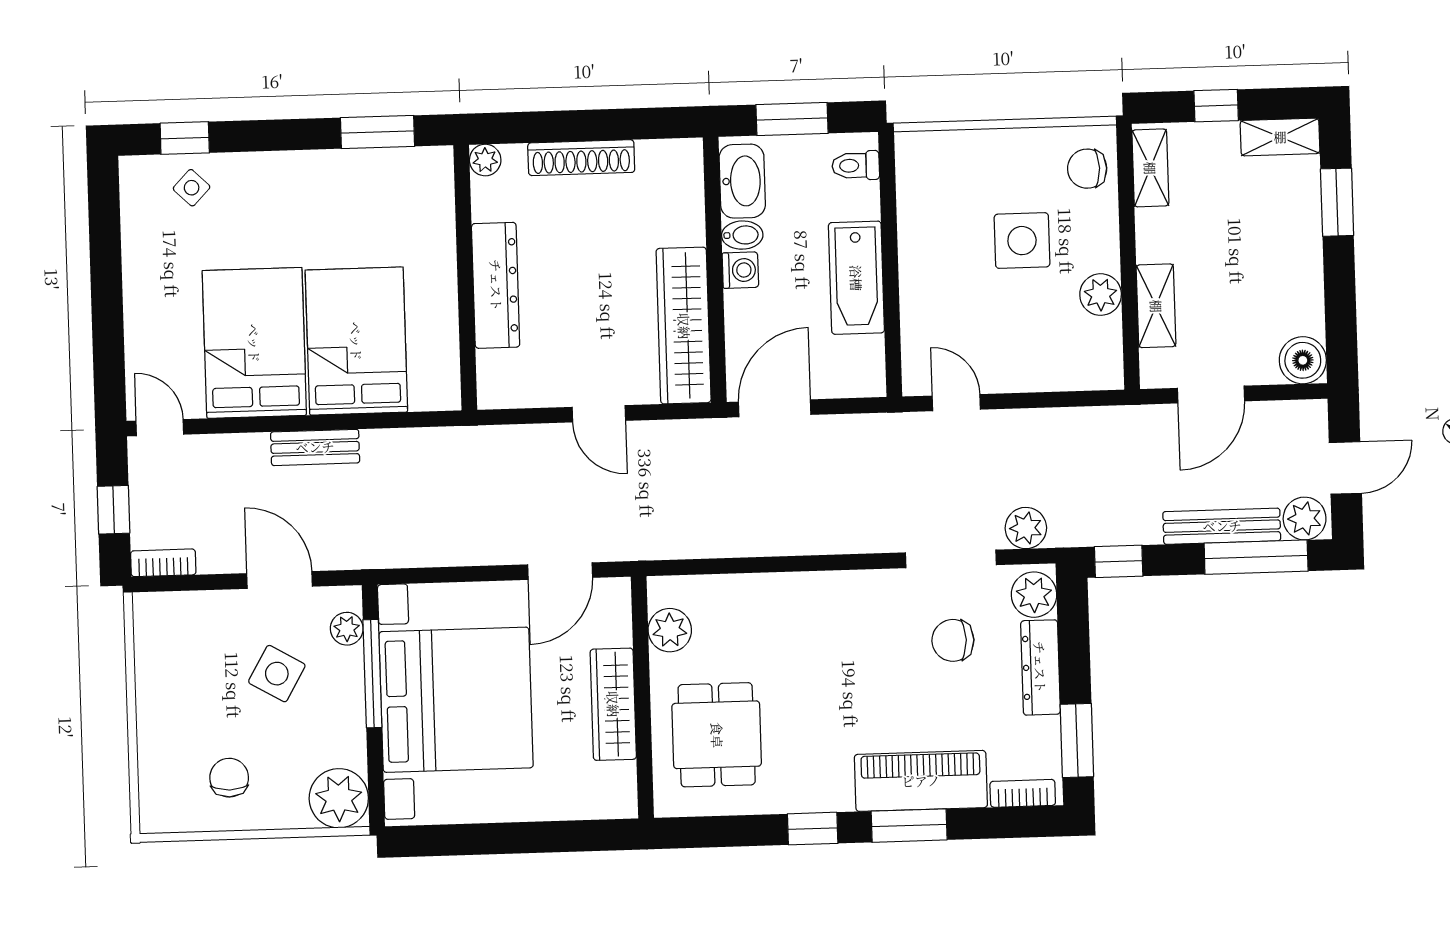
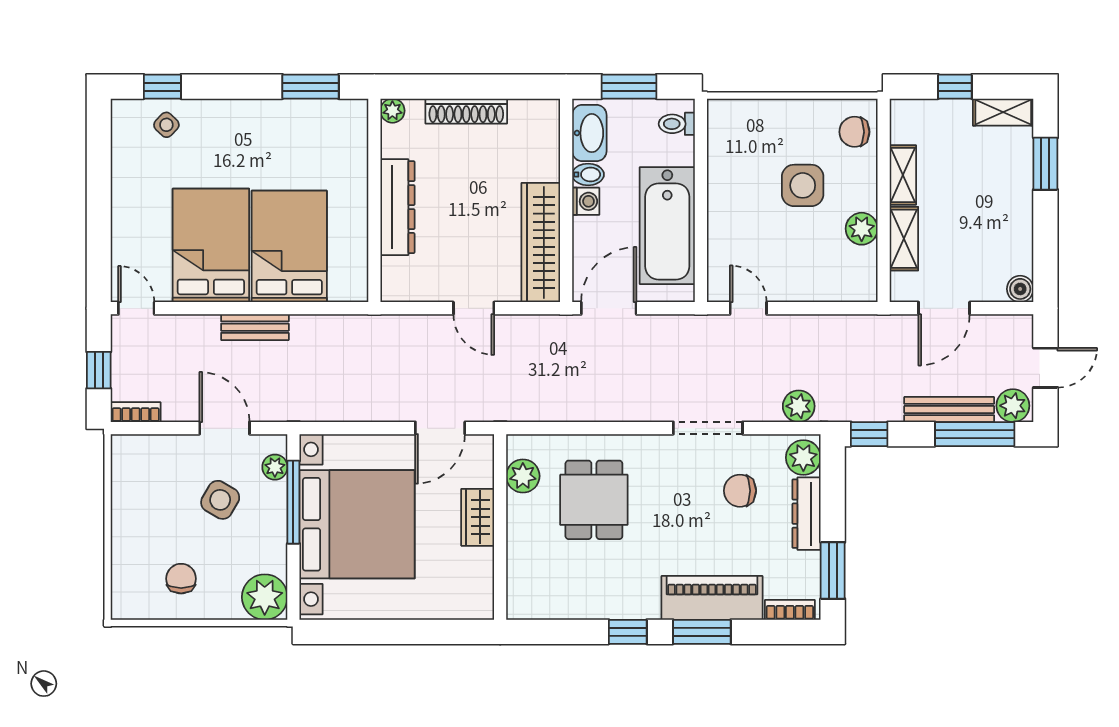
shelving: (1150, 168) -> (903, 175), moved
bathtub: (856, 278) -> (667, 226), width x1.36, depth x1.36
boiler: (1303, 360) -> (1020, 289), width x0.73, depth x0.73
doorway: (951, 559) -> (708, 428), moved
wardrobe: (613, 704) -> (478, 517), width x0.67
dining table: (717, 735) -> (594, 500), moved

